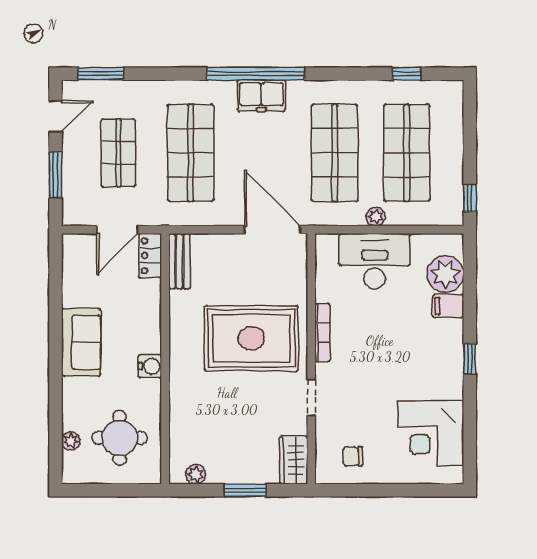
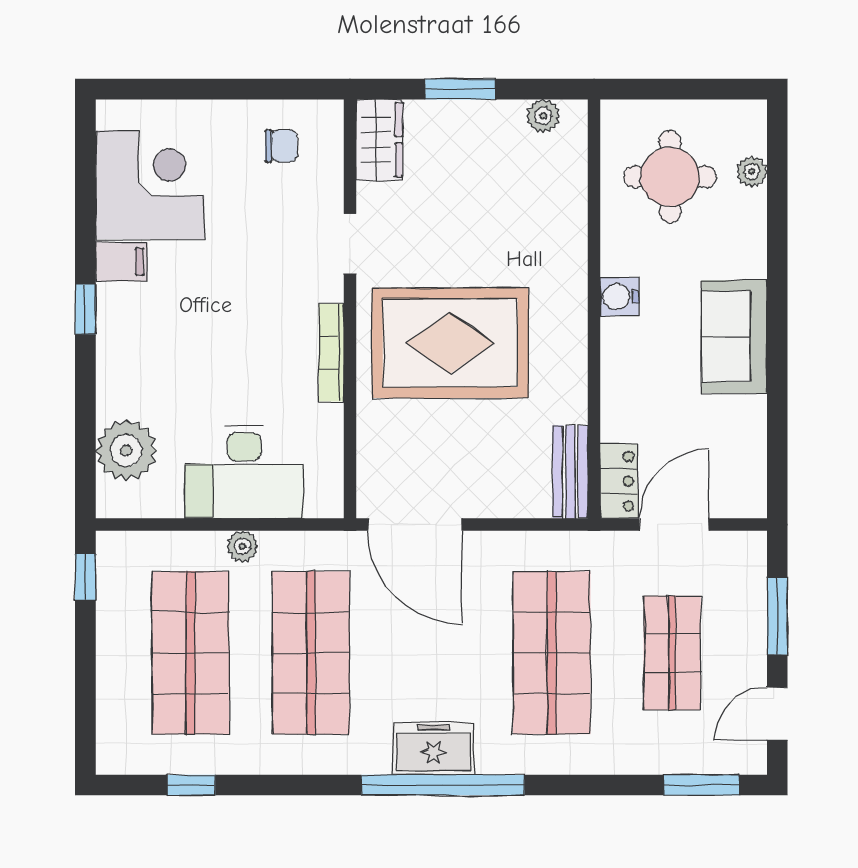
filing cabinet: (448, 306) -> (121, 262), moved

